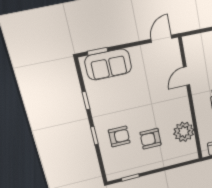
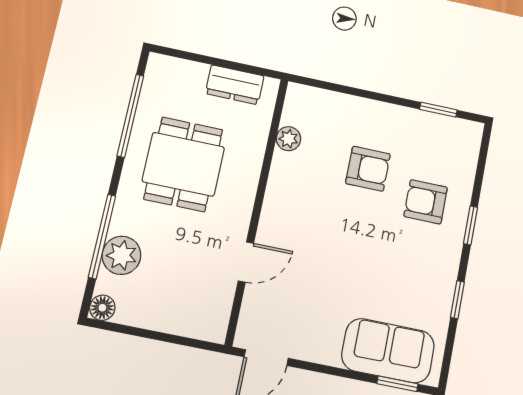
plant: (184, 132) -> (288, 139), width x0.53, depth x0.53

